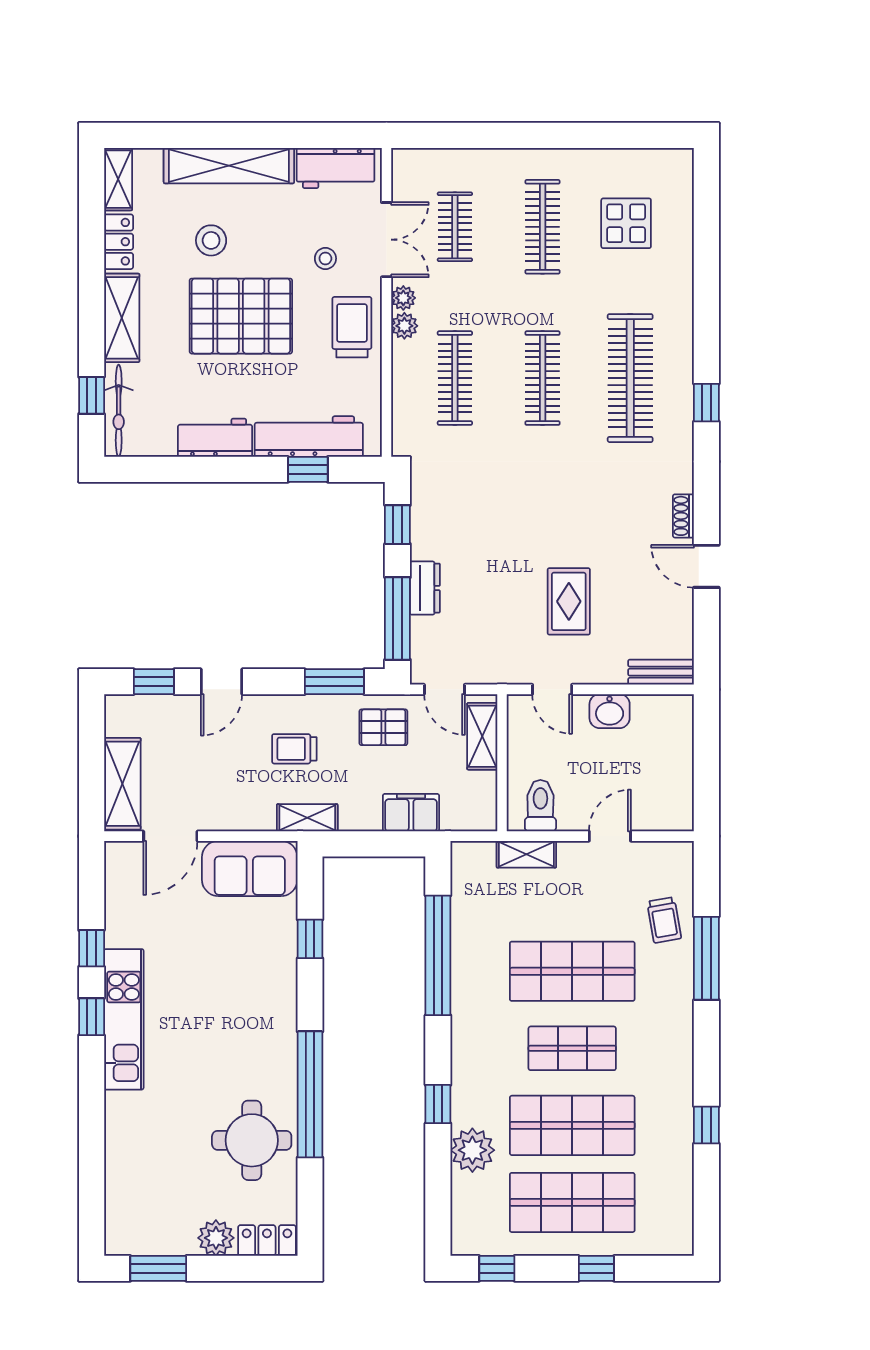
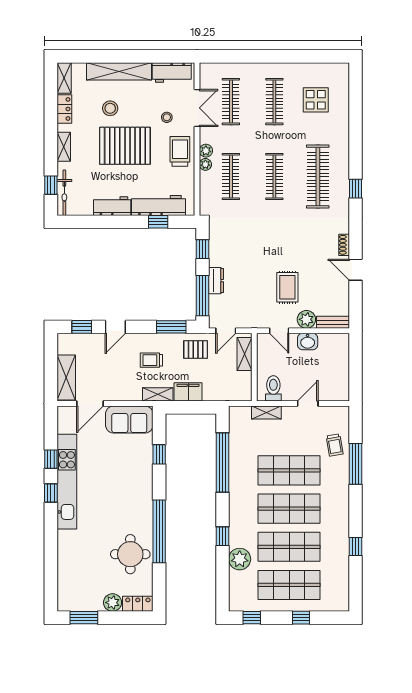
clothes rail: (455, 227) -> (231, 102), width x1.36
plant: (403, 298) -> (205, 164), moved
shelving: (122, 318) -> (64, 147), width x0.67, depth x0.75
plant: (607, 666) -> (306, 319), added
door: (444, 689) -> (226, 331), hinge flipped
filing cabinet: (411, 813) -> (188, 392), moved
kitchen unit: (124, 1019) -> (67, 482), width x1.36
shop shelf: (572, 1048) -> (289, 509), width x1.43, depth x1.36

